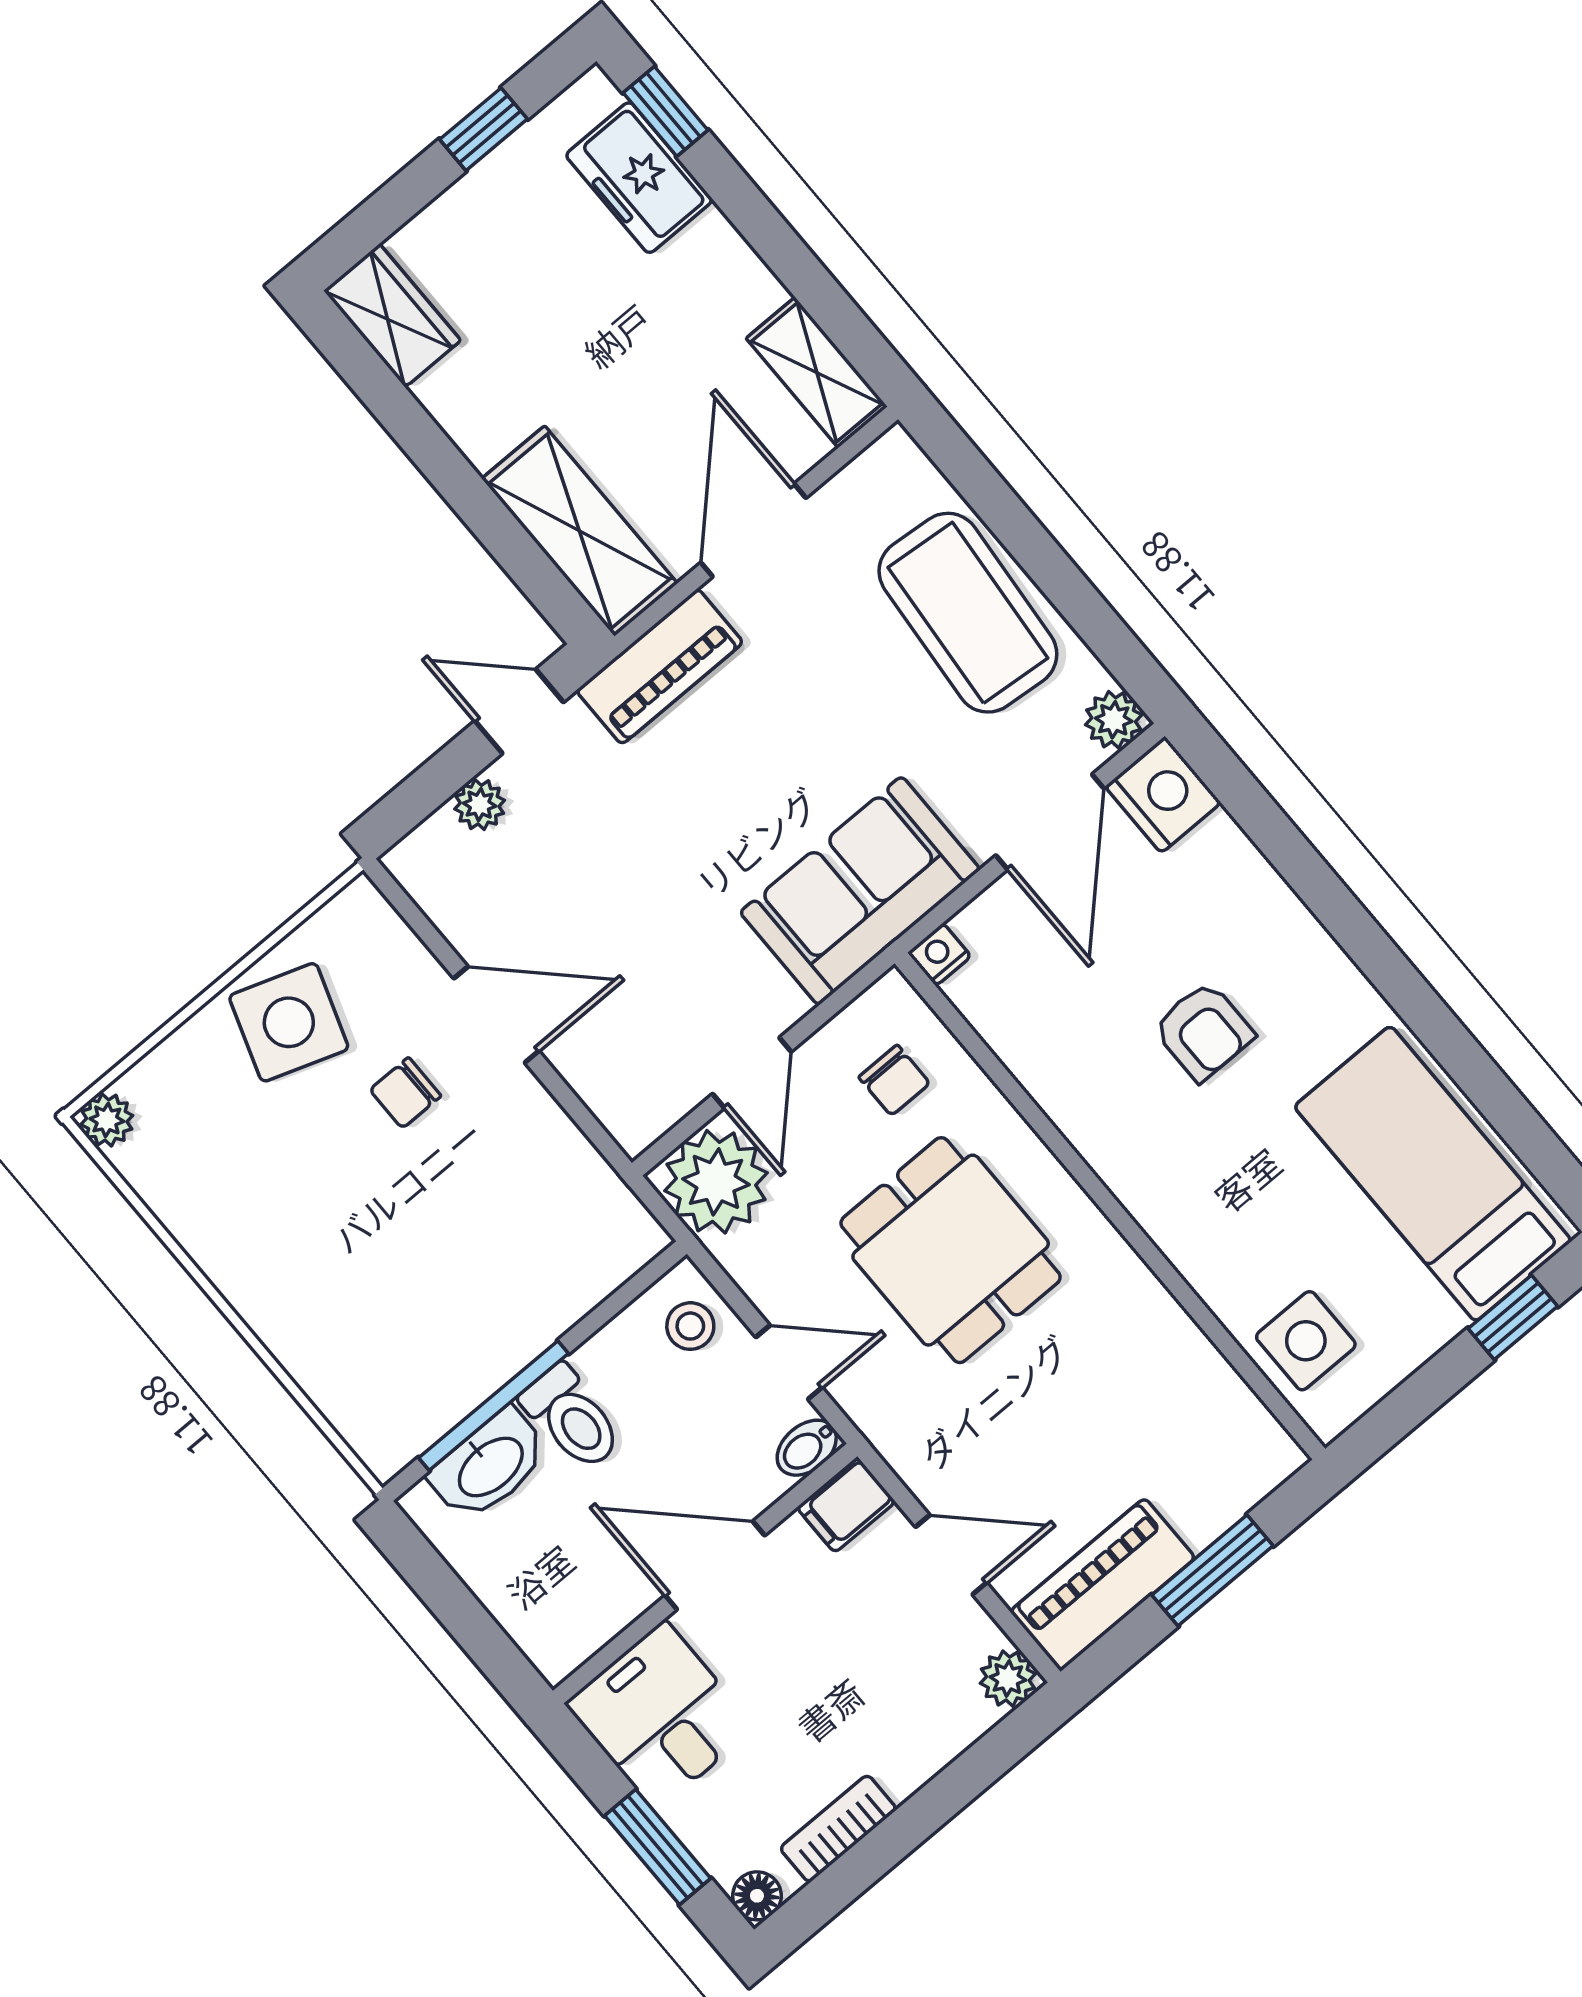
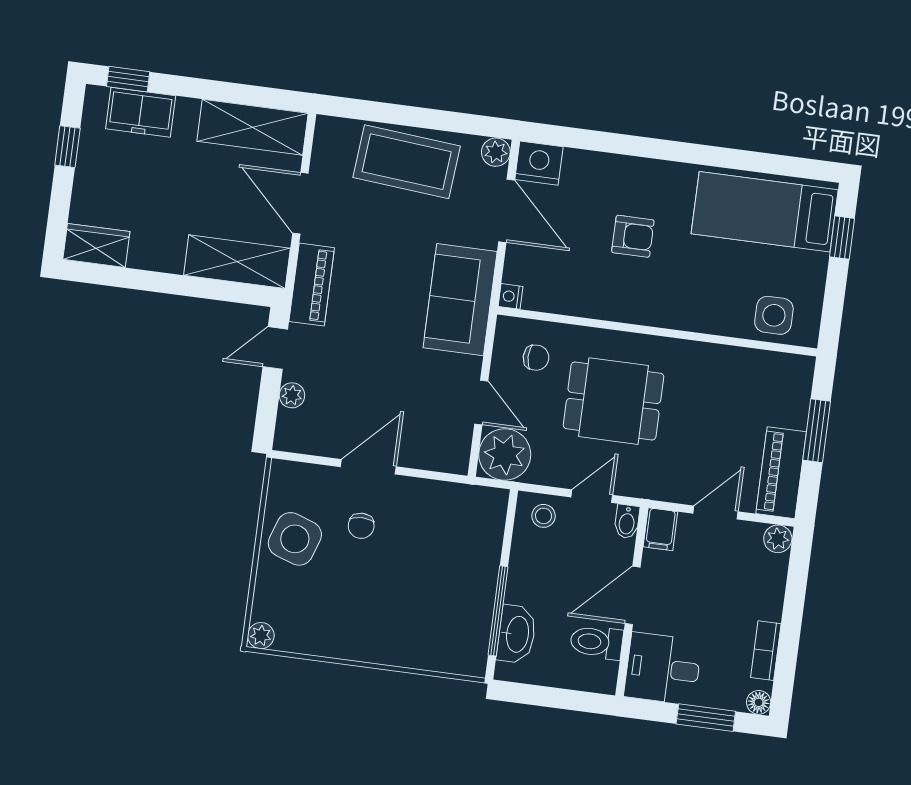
shelving: (817, 373) -> (253, 127), width x1.50, depth x1.33
toilet: (572, 1418) -> (597, 642), moved, turned 180

